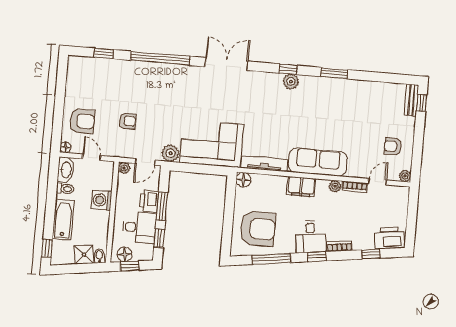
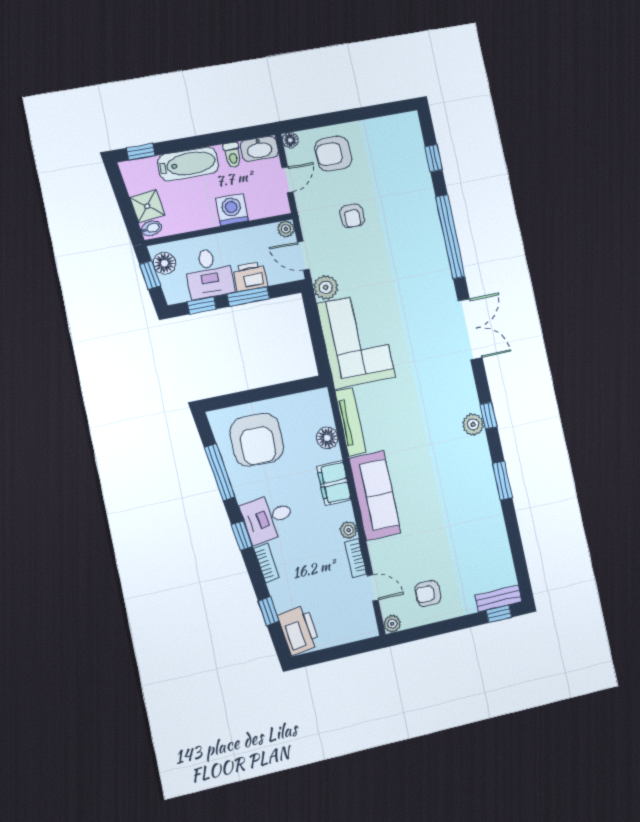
armchair: (82, 121) -> (333, 154), turned 90
armchair: (393, 146) -> (428, 593), turned -90
floor lamp: (243, 180) -> (327, 438), moved

